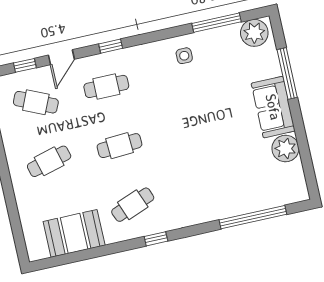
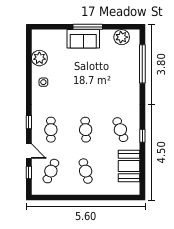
window: (216, 23) -> (29, 60), removed
plant: (254, 33) -> (39, 58), moved
window: (287, 73) -> (88, 27), moved
plant: (285, 148) -> (122, 37), moved
window: (156, 239) -> (142, 136), moved

